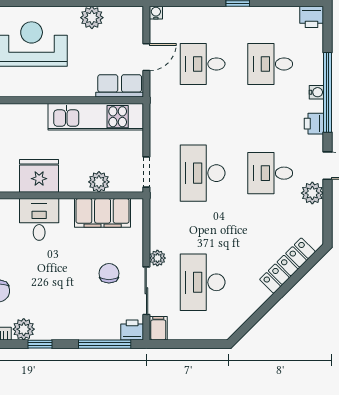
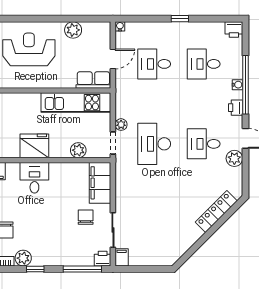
filing cabinet: (103, 213) -> (100, 183), moved, turned 90
plant: (157, 258) -> (121, 125), moved
desk: (203, 282) -> (154, 224), removed

